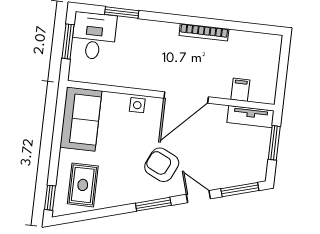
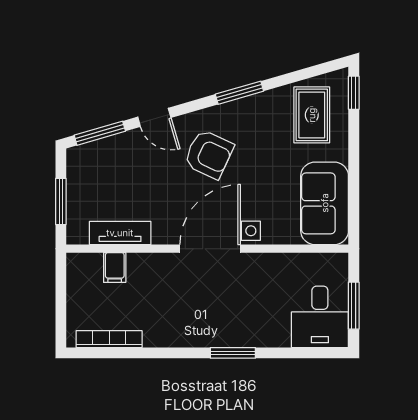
window: (122, 13) -> (233, 353), moved
bookcase: (204, 32) -> (109, 339), moved
door: (186, 98) -> (210, 249), moved
tv unit: (251, 117) -> (120, 233), moved
window: (153, 204) -> (239, 93), moved

